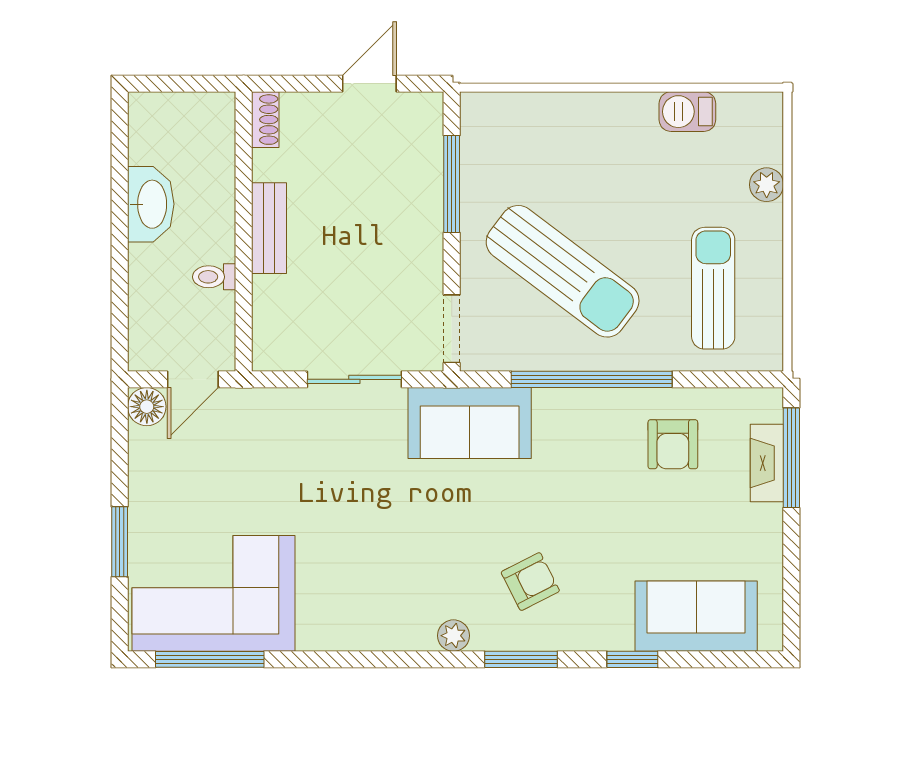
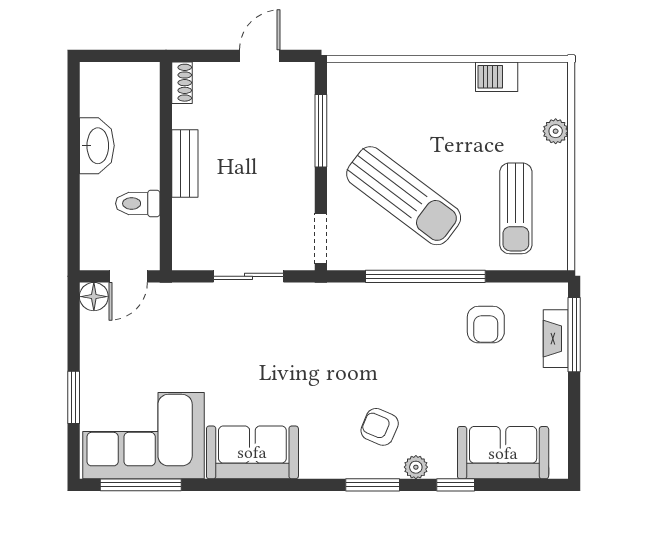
toilet: (214, 277) -> (138, 203), width x1.37, depth x1.39
sun lounger: (713, 288) -> (516, 208), turned 180
sofa: (470, 423) -> (252, 452), moved, turned 180
armchair: (530, 582) -> (380, 427), turned -130
plant: (453, 636) -> (416, 467), moved

